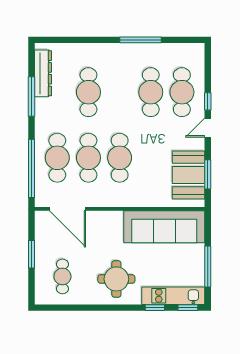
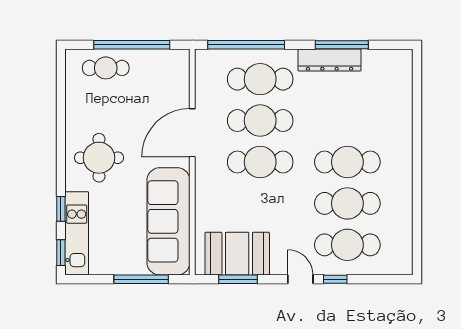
window: (140, 40) -> (417, 190), removed
dresser: (43, 73) -> (329, 60), moved
cafe table: (88, 92) -> (347, 162), moved
door: (67, 209) -> (192, 133), moved
window: (31, 254) -> (132, 45), width x2.11
window: (208, 266) -> (141, 279), moved
cafe table: (62, 276) -> (106, 68), moved

